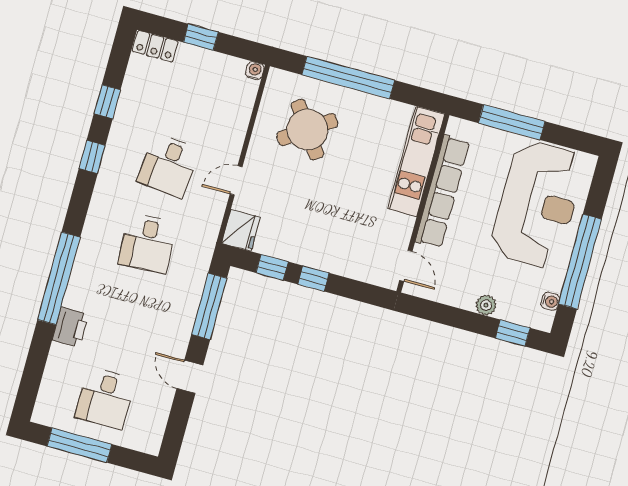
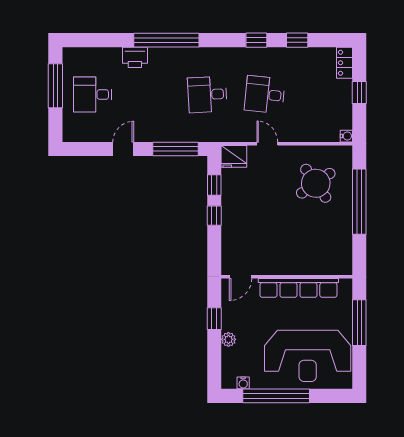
kitchen unit: (416, 161) -> (314, 264), removed
window: (513, 333) -> (214, 319), moved

